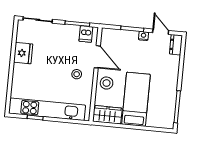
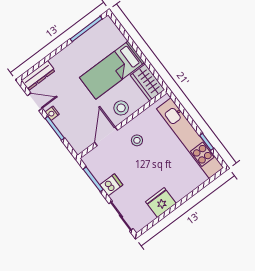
door: (161, 32) -> (35, 102), swing flipped
dishwasher: (86, 34) -> (111, 185), moved
dresser: (176, 45) -> (38, 76), width x1.44

